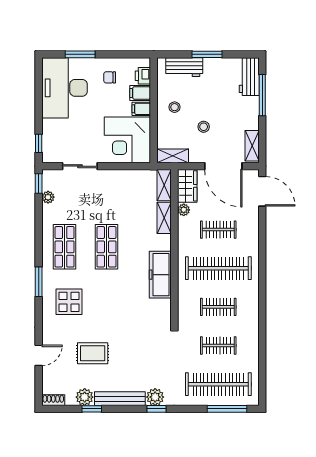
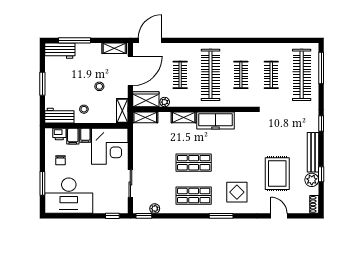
workbench: (184, 67) -> (59, 116), moved, turned -90
shelving: (164, 218) -> (184, 117), moved
rug: (93, 353) -> (277, 174), width x1.36, depth x1.43
plant: (155, 397) -> (312, 124), removed

